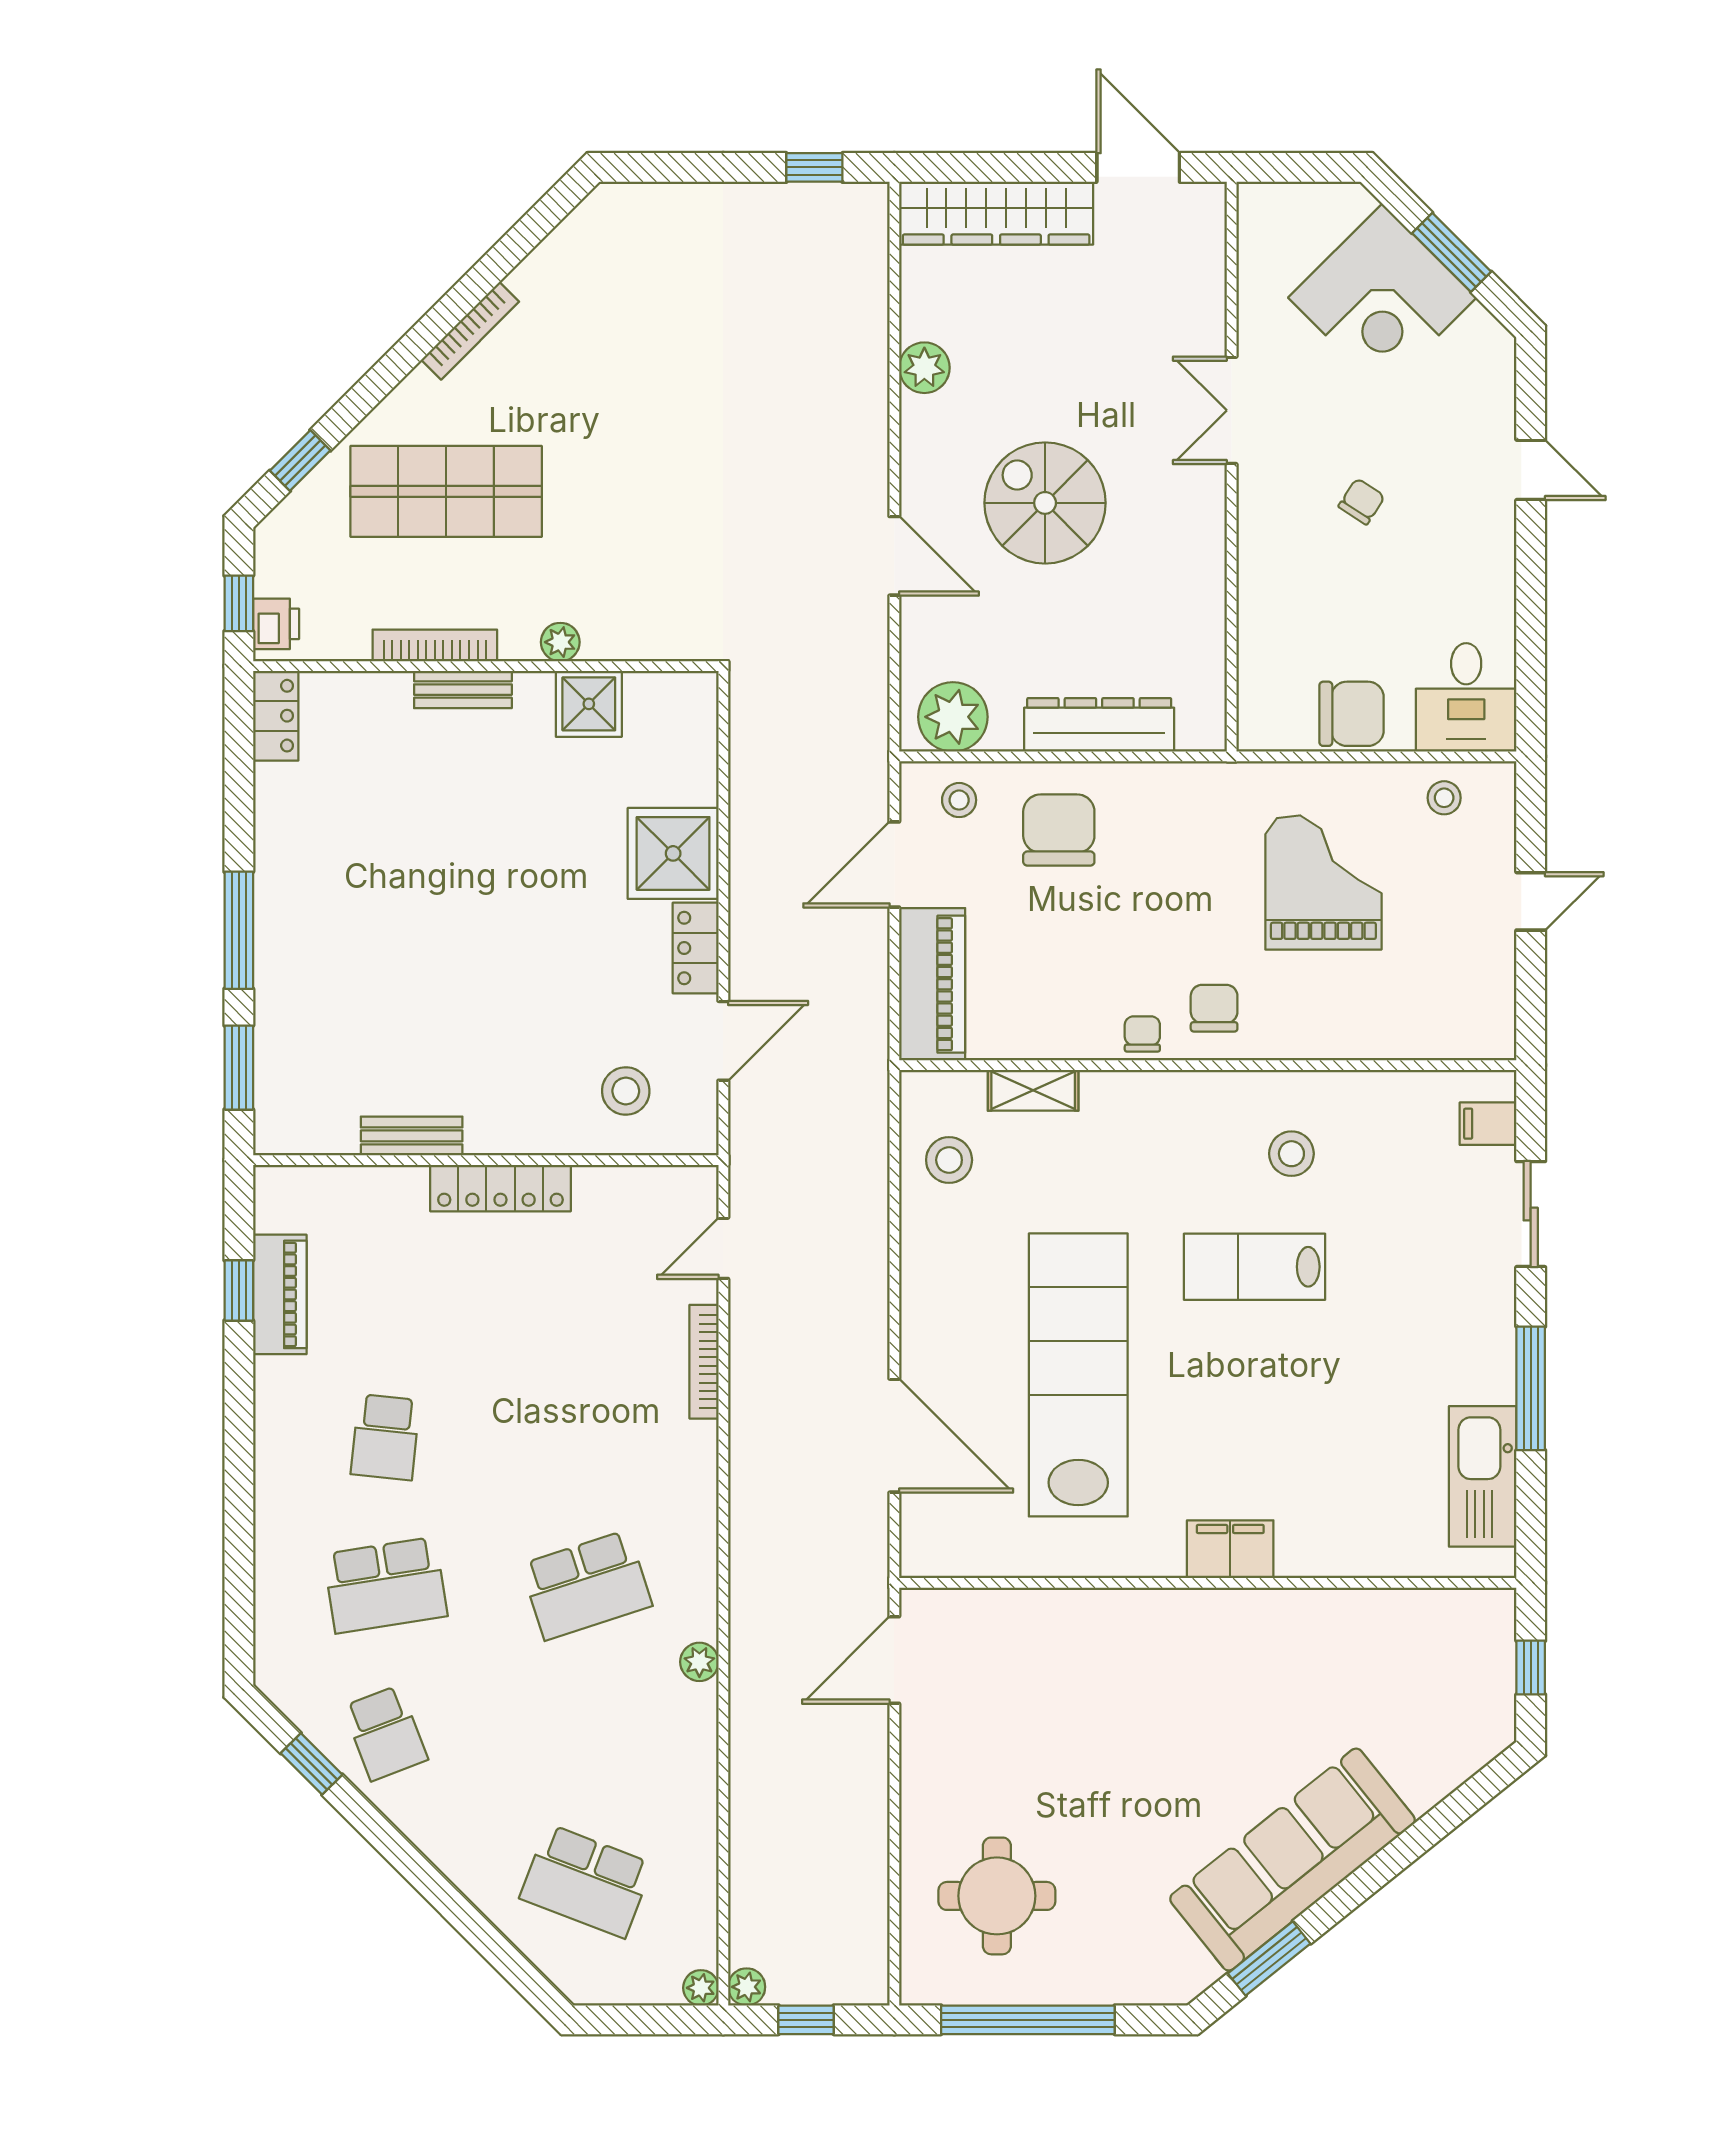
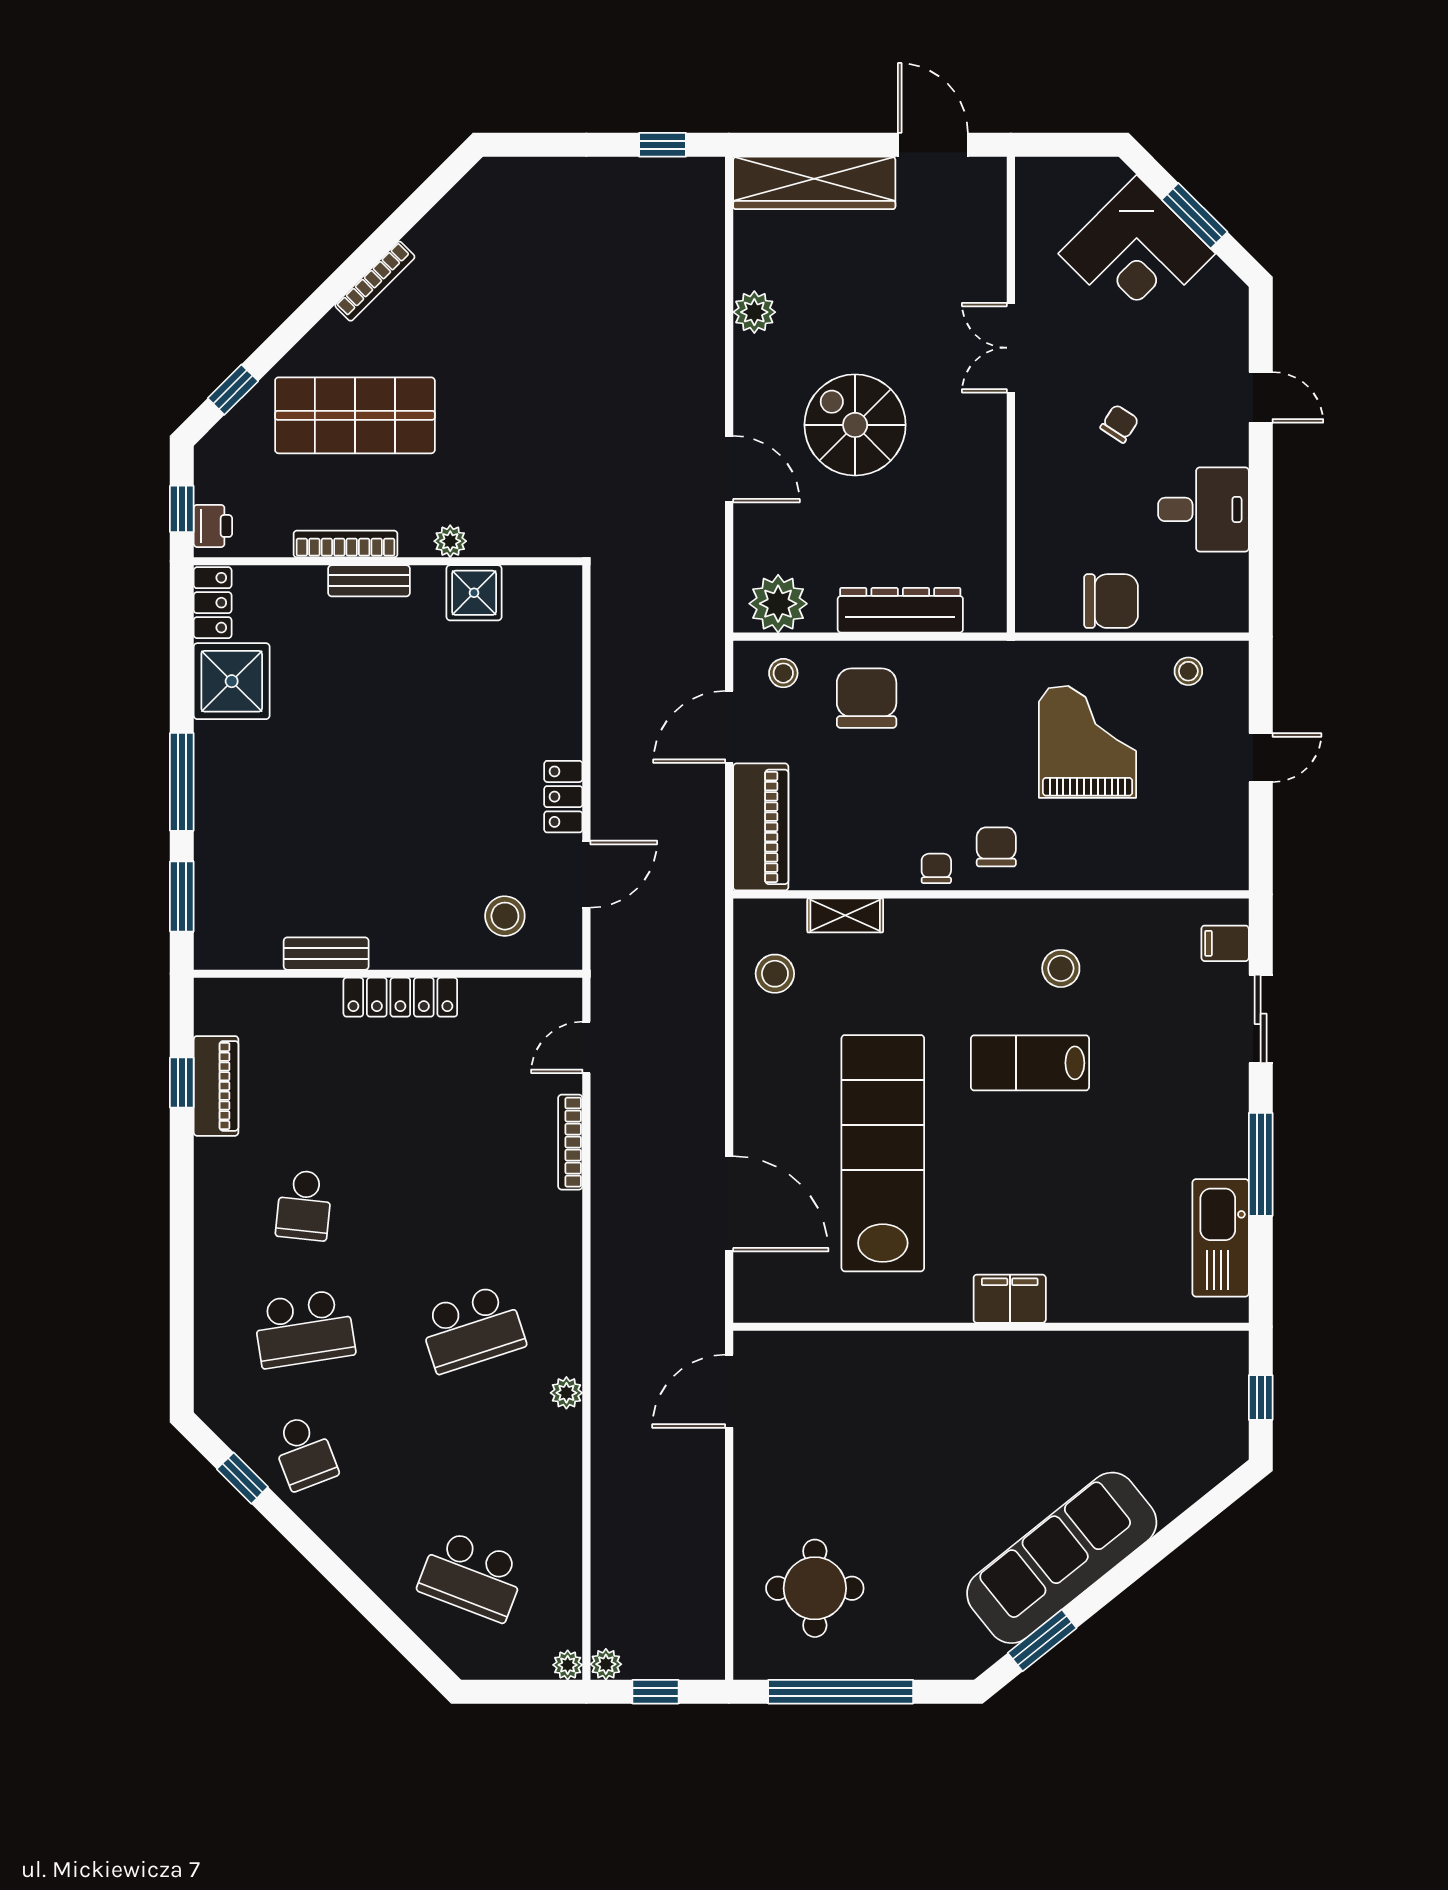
desk: (1466, 697) -> (1203, 509), moved, turned -90
shower: (673, 853) -> (232, 681), moved

